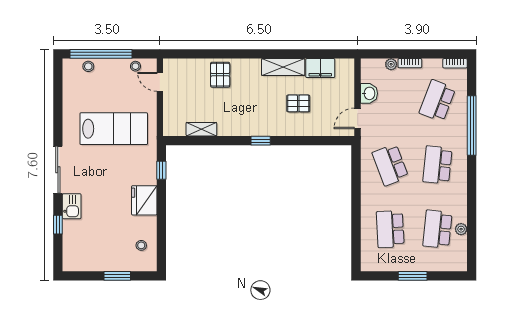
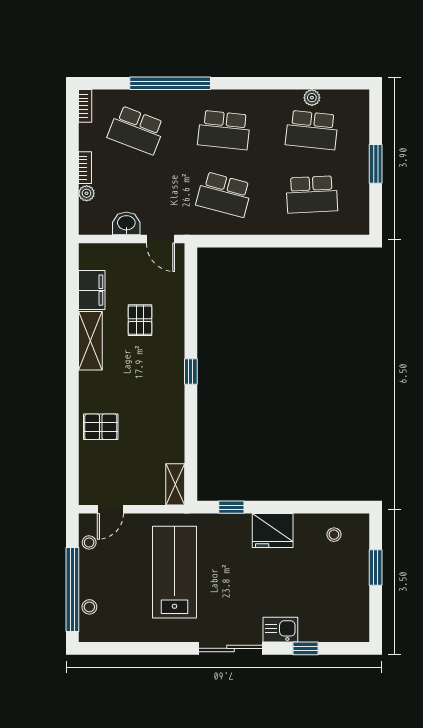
shelving: (201, 129) -> (175, 484), moved
school desk: (390, 165) -> (224, 194), turned 36

